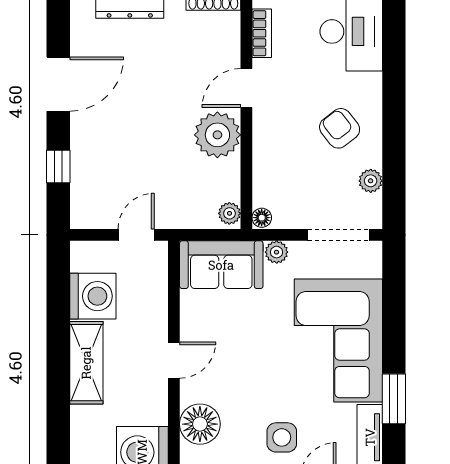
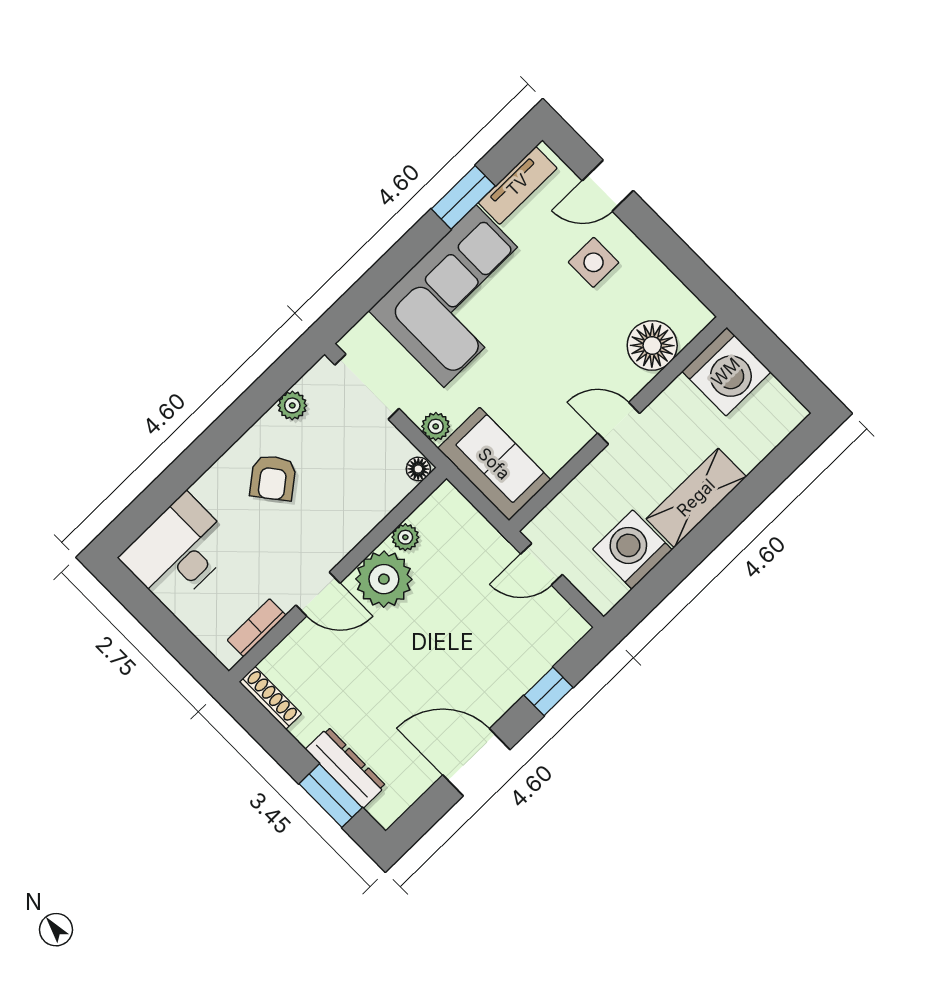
plant: (229, 213) -> (405, 537), moved

